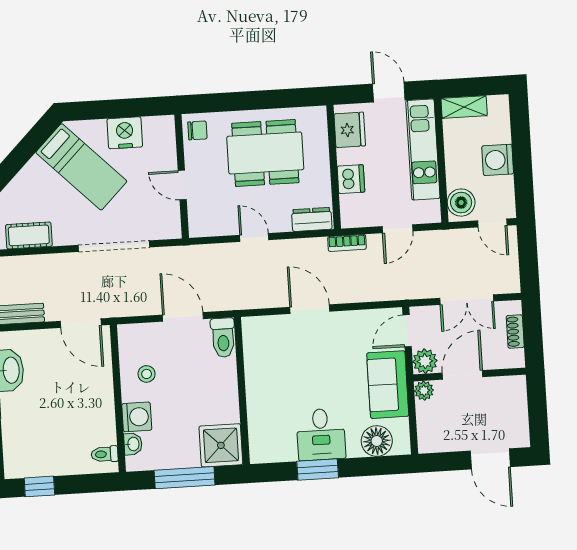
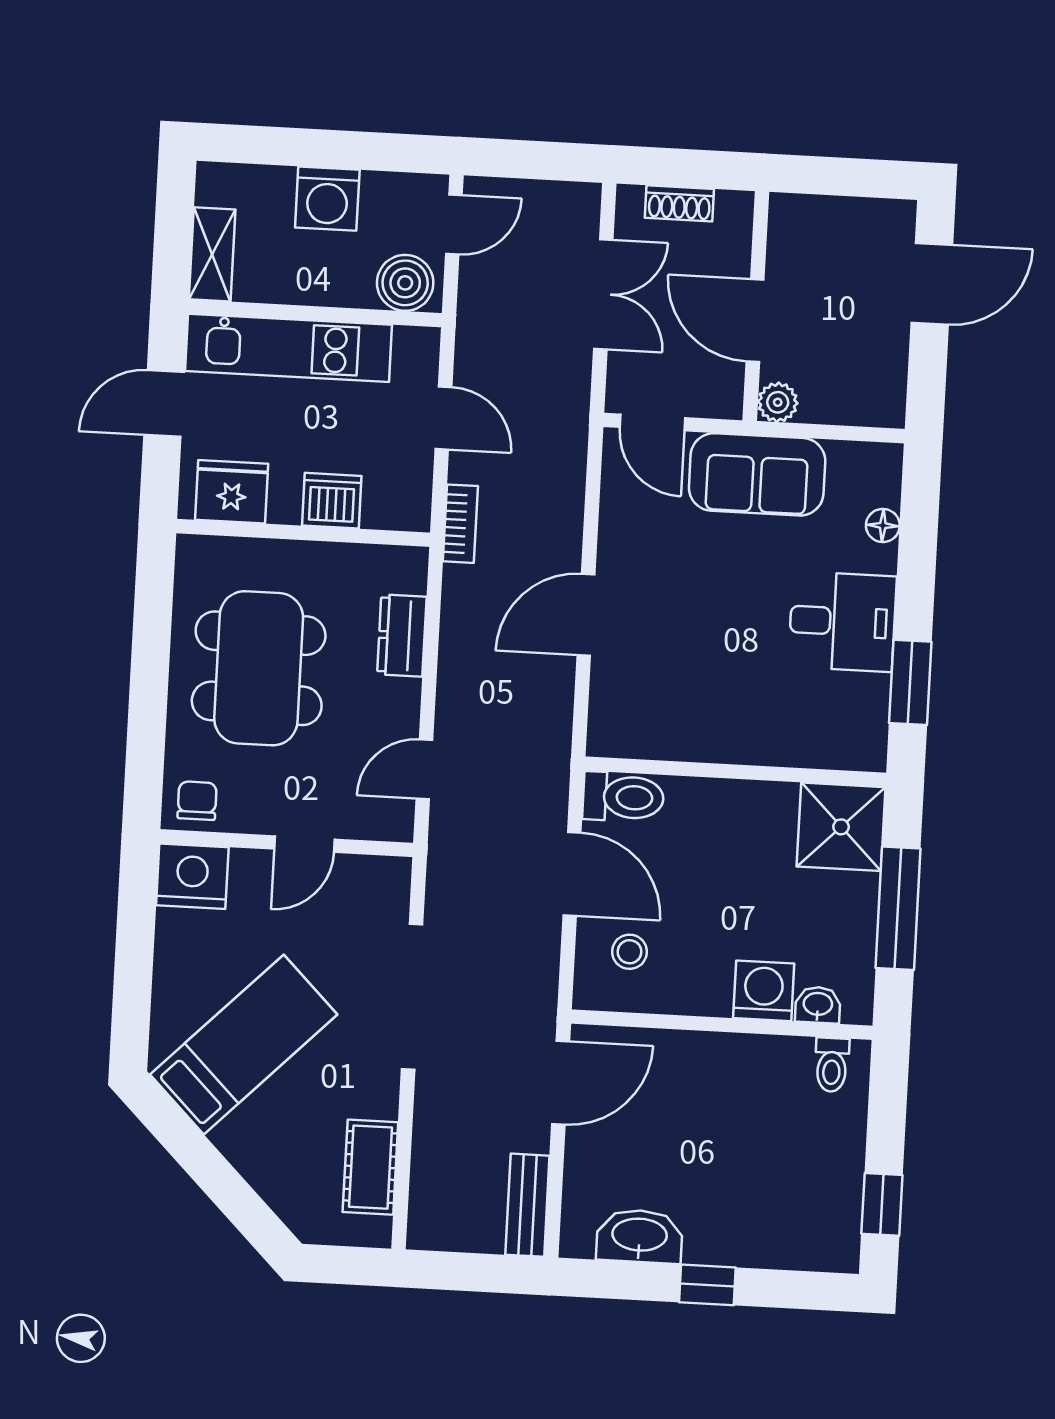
nightstand: (125, 133) -> (192, 876), moved, turned 90
dresser: (312, 219) -> (402, 635), moved
door: (254, 238) -> (424, 769), moved
door: (183, 317) -> (572, 874), swing flipped
plant: (425, 361) -> (718, 393), removed
stool: (147, 374) -> (630, 952), moved
floor lamp: (377, 441) -> (883, 525), width x0.53, depth x0.53
window: (318, 469) -> (910, 682), moved

